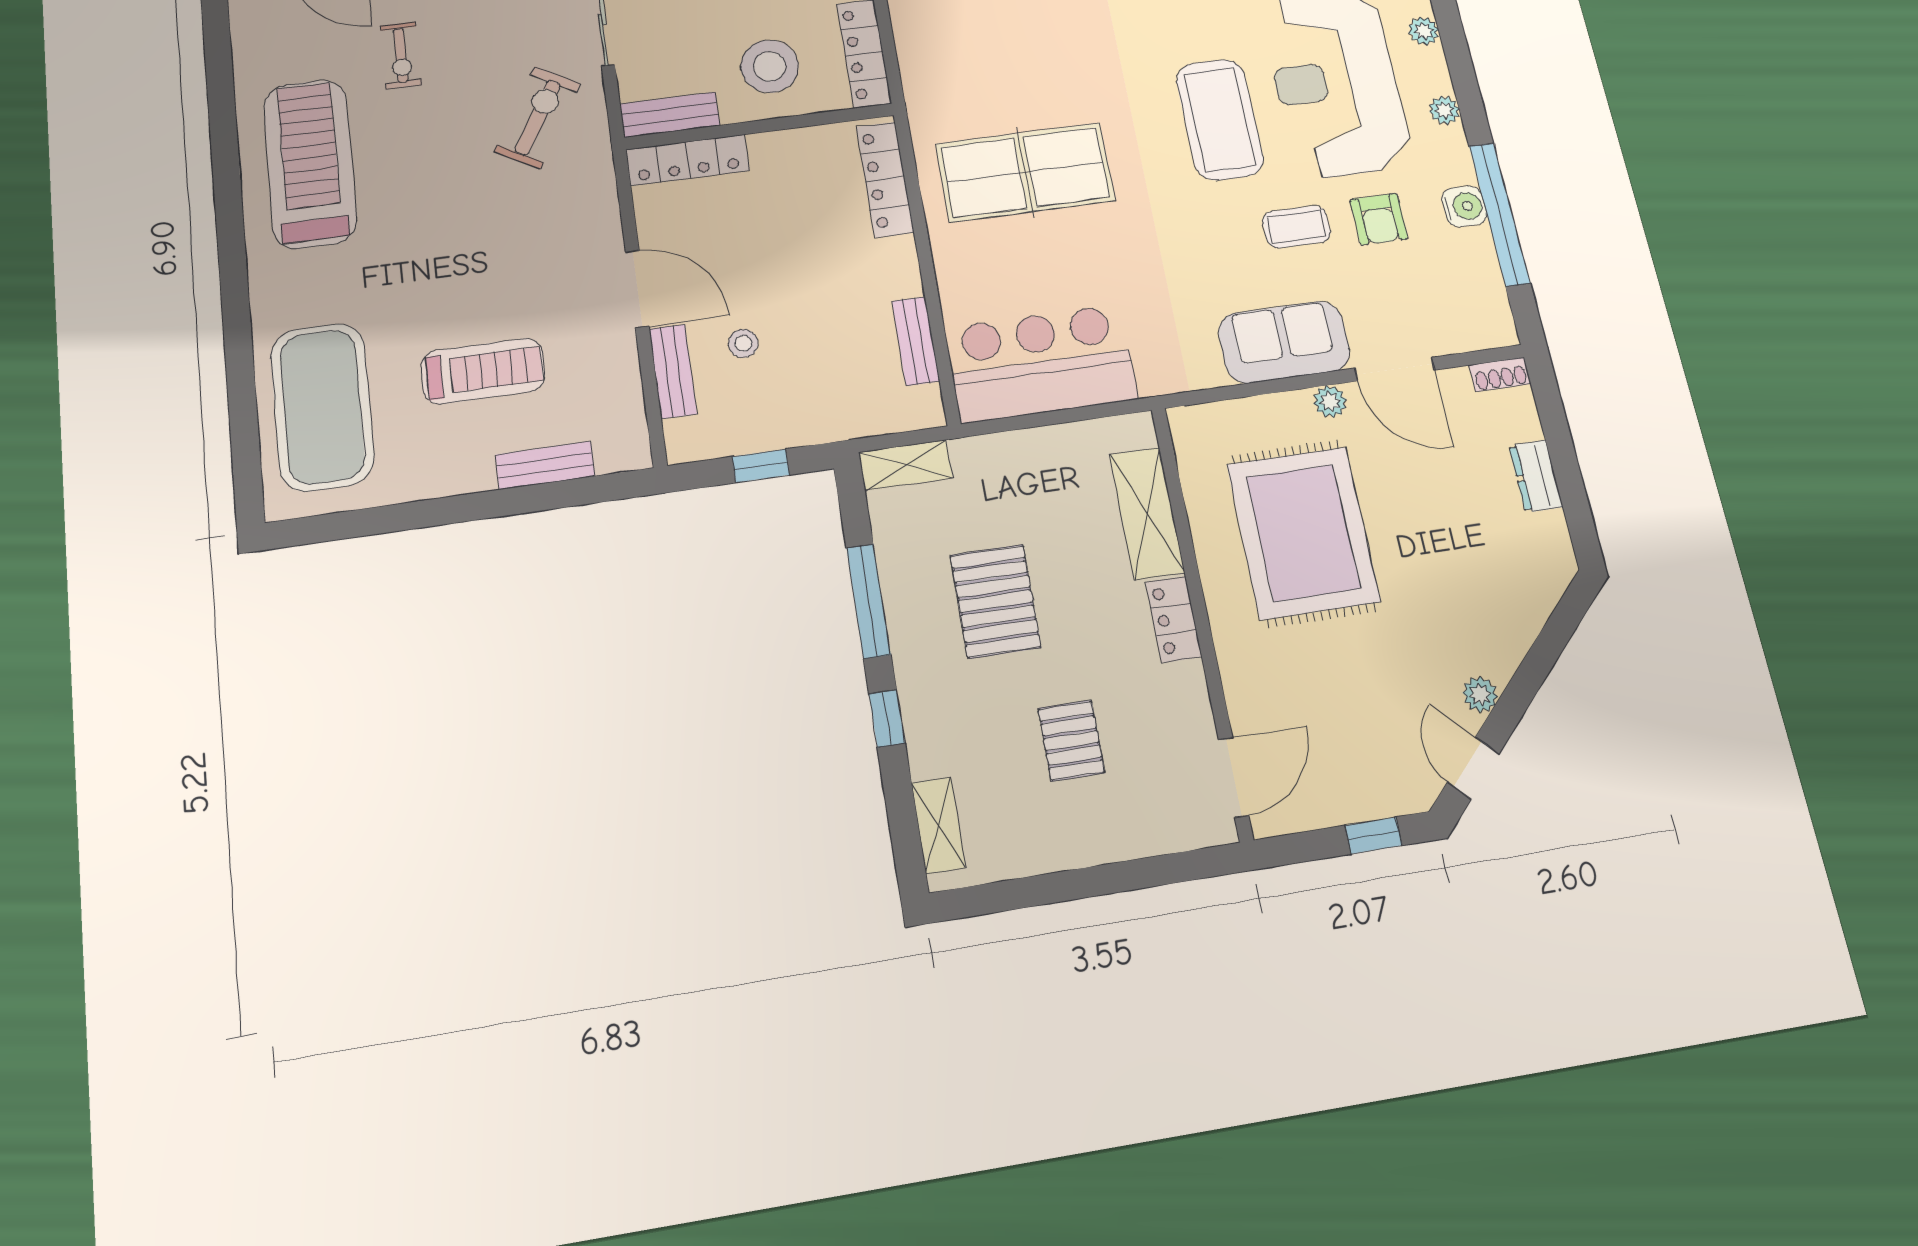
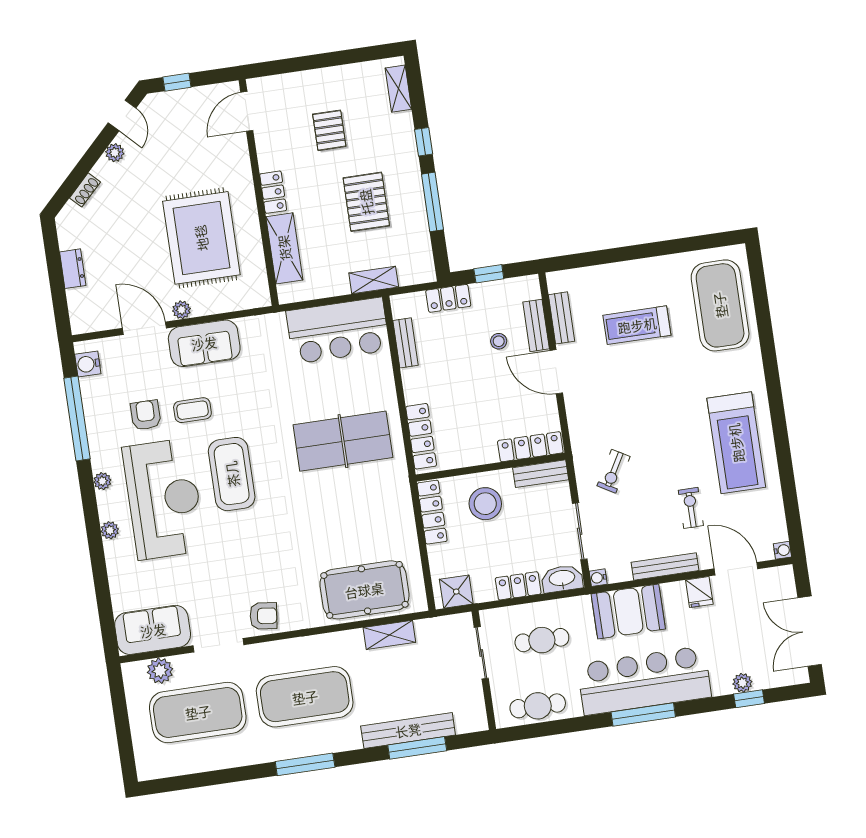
exercise bike: (538, 118) -> (614, 471), width x0.73, depth x0.72
water cooler: (1464, 206) -> (88, 364), moved
shoe rack: (1500, 374) -> (85, 190), moved, turned 135
locker: (837, 421) -> (448, 298), added
bench: (545, 465) -> (561, 318), moved, turned 90
shelving: (905, 465) -> (374, 280), moved

